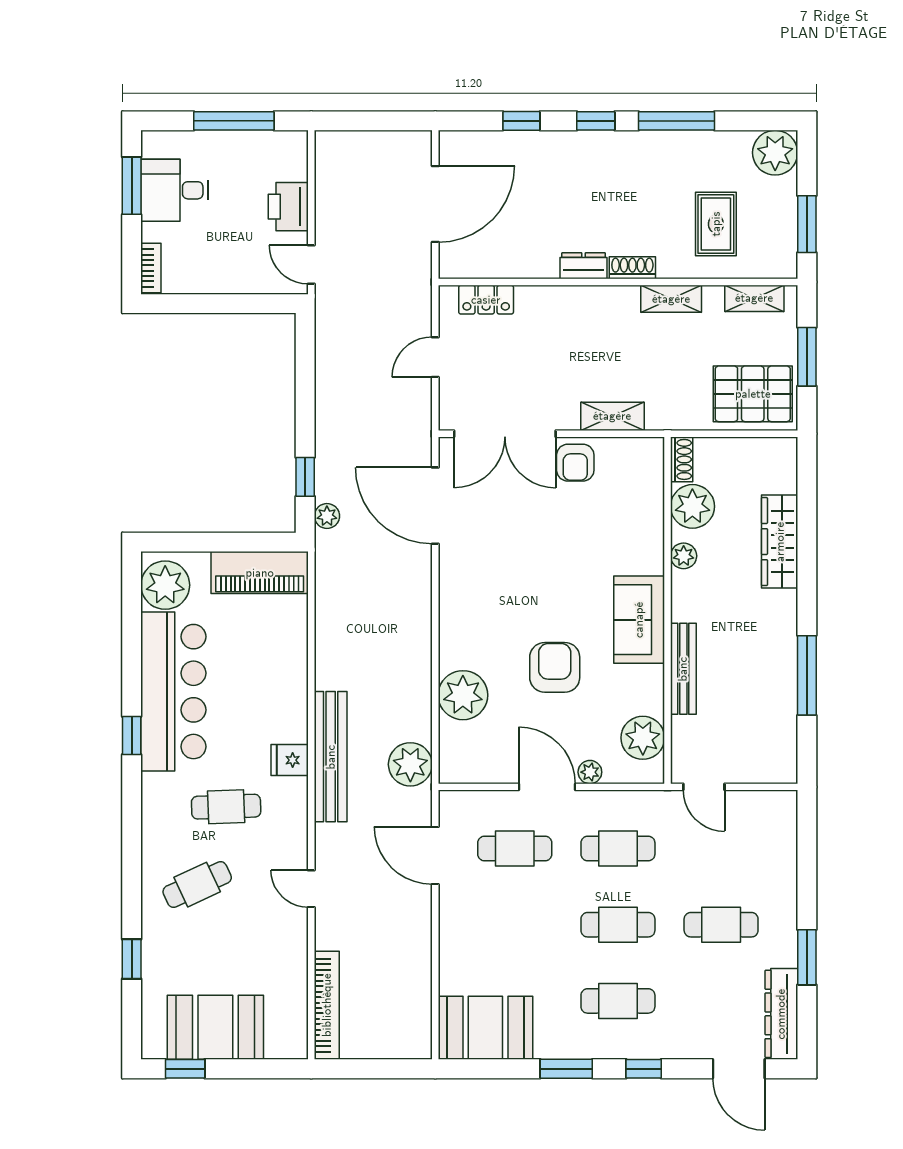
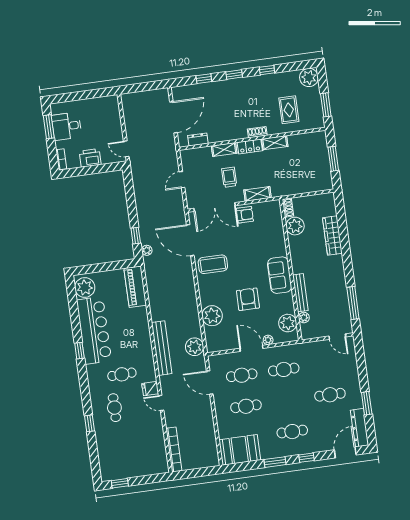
window: (234, 121) -> (87, 95), removed
window: (677, 121) -> (267, 70), width x0.46
printer: (288, 207) -> (90, 158), moved, turned 90
dresser: (584, 266) -> (198, 140), moved
shelving: (754, 298) -> (224, 149), moved
locker: (486, 300) -> (250, 147), moved
trolley: (550, 367) -> (229, 177), added
pallet: (753, 394) -> (313, 177), removed
armchair: (575, 463) -> (245, 215), turned -90
plant: (684, 556) -> (304, 318), moved
coffee table: (482, 571) -> (213, 264), added
piano: (260, 573) -> (135, 287), moved, turned 90
window: (807, 675) -> (353, 303), moved
fridge: (290, 760) -> (150, 389), moved
door: (704, 787) -> (337, 337), moved
cafe table: (197, 885) -> (114, 408), turned -65
cafe table: (618, 925) -> (246, 406), moved
window: (132, 959) -> (89, 423), moved
booth: (215, 1027) -> (130, 465), removed
door: (739, 1069) -> (345, 452), swing flipped

